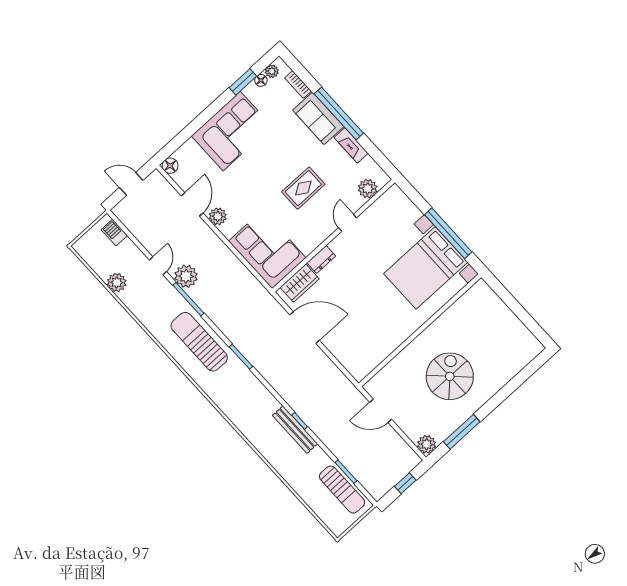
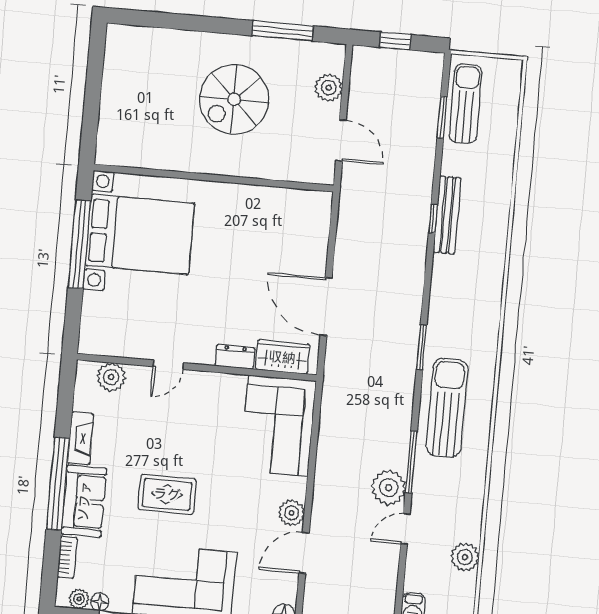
rug: (303, 188) -> (167, 494), moved
sun lounger: (199, 342) -> (447, 408), turned 180
plant: (427, 444) -> (329, 88), moved

